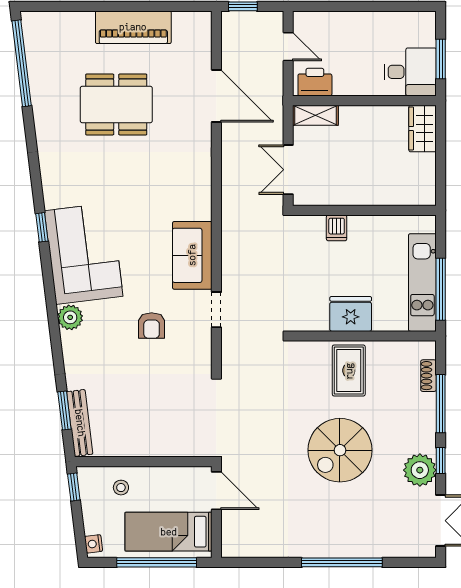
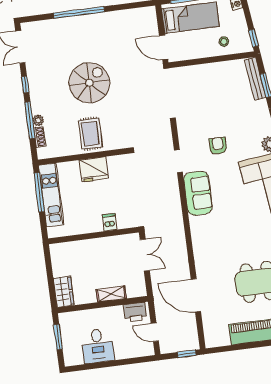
desk: (410, 72) -> (98, 346), moved, turned -90
shelving: (315, 115) -> (111, 294), moved
plant: (420, 470) -> (38, 120), moved, width x0.53, depth x0.53

